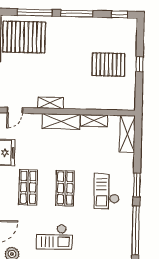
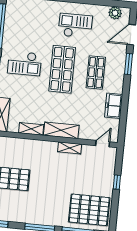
shop shelf: (65, 188) -> (62, 69), width x1.43, depth x1.36
checkout: (107, 192) -> (25, 63), turned 90

